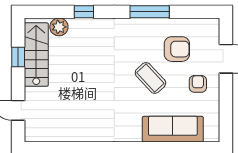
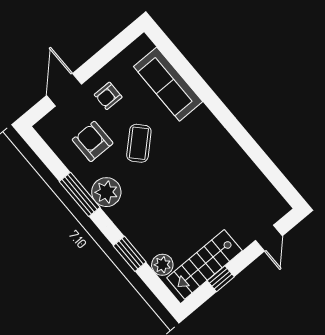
window: (84, 12) -> (130, 254), width x1.50
plant: (137, 30) -> (106, 192), added

